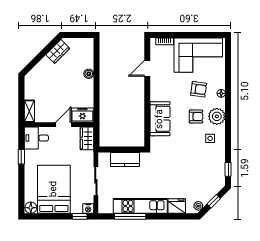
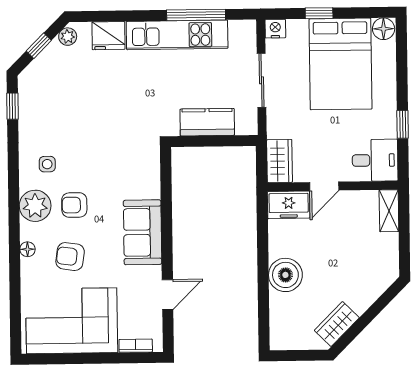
boiler: (89, 74) -> (285, 275), width x1.86, depth x1.86
sofa: (160, 119) -> (143, 232), moved
window: (80, 216) -> (319, 13), moved

